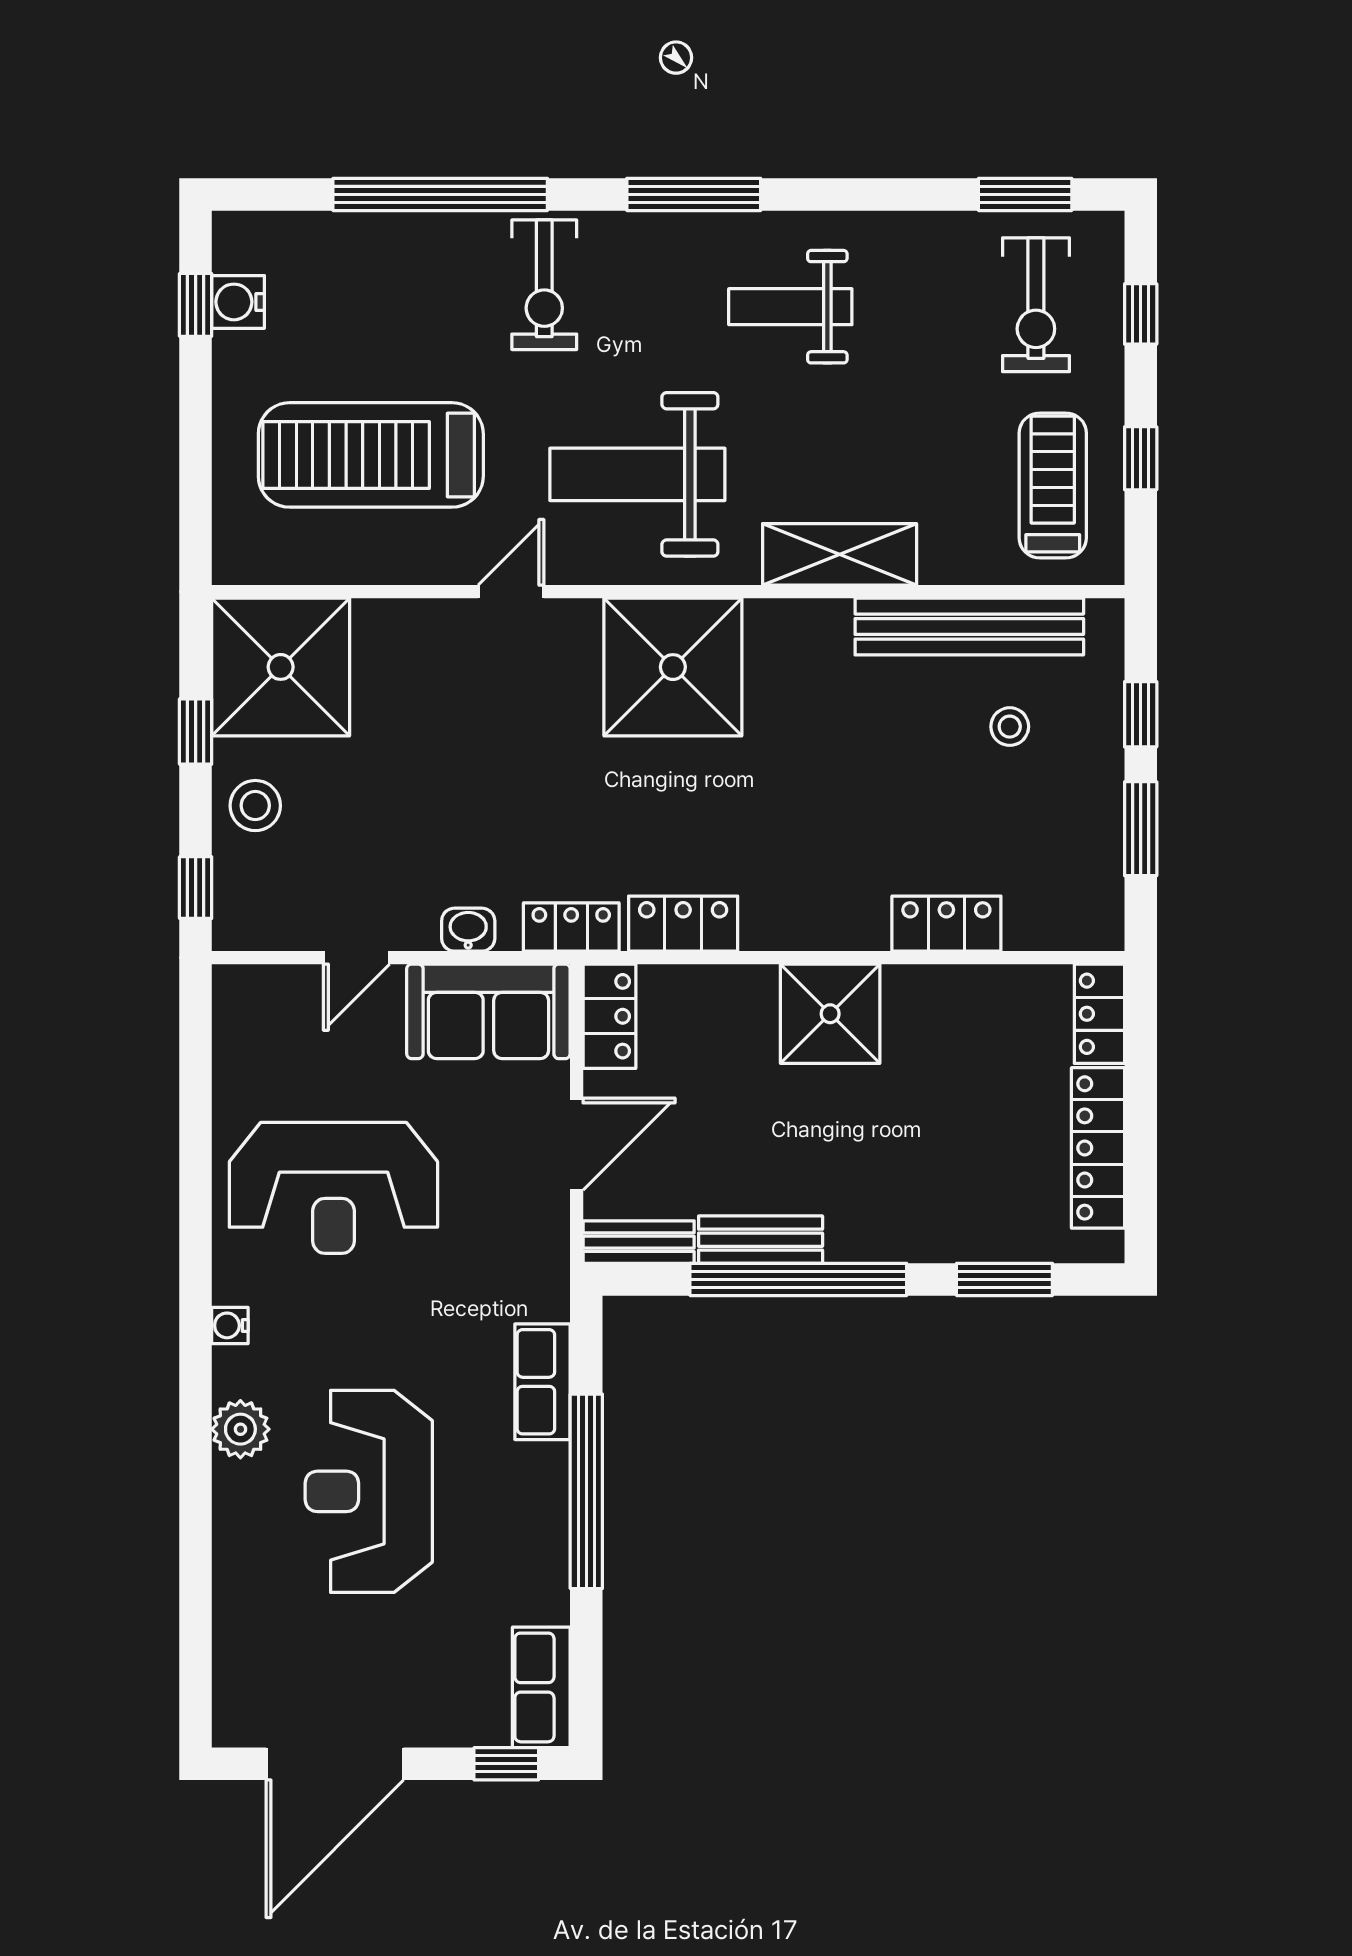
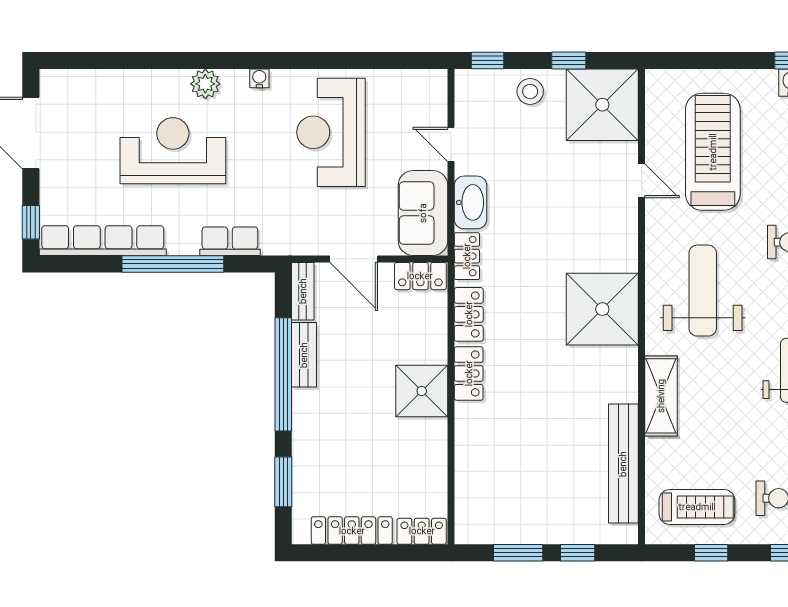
door: (511, 592) -> (642, 181), moved
stool: (1010, 727) -> (571, 485), removed
locker: (946, 924) -> (469, 373), moved
washbasin: (468, 930) -> (471, 202), width x1.91, depth x1.45
row of seats: (541, 1687) -> (103, 241), width x2.02

